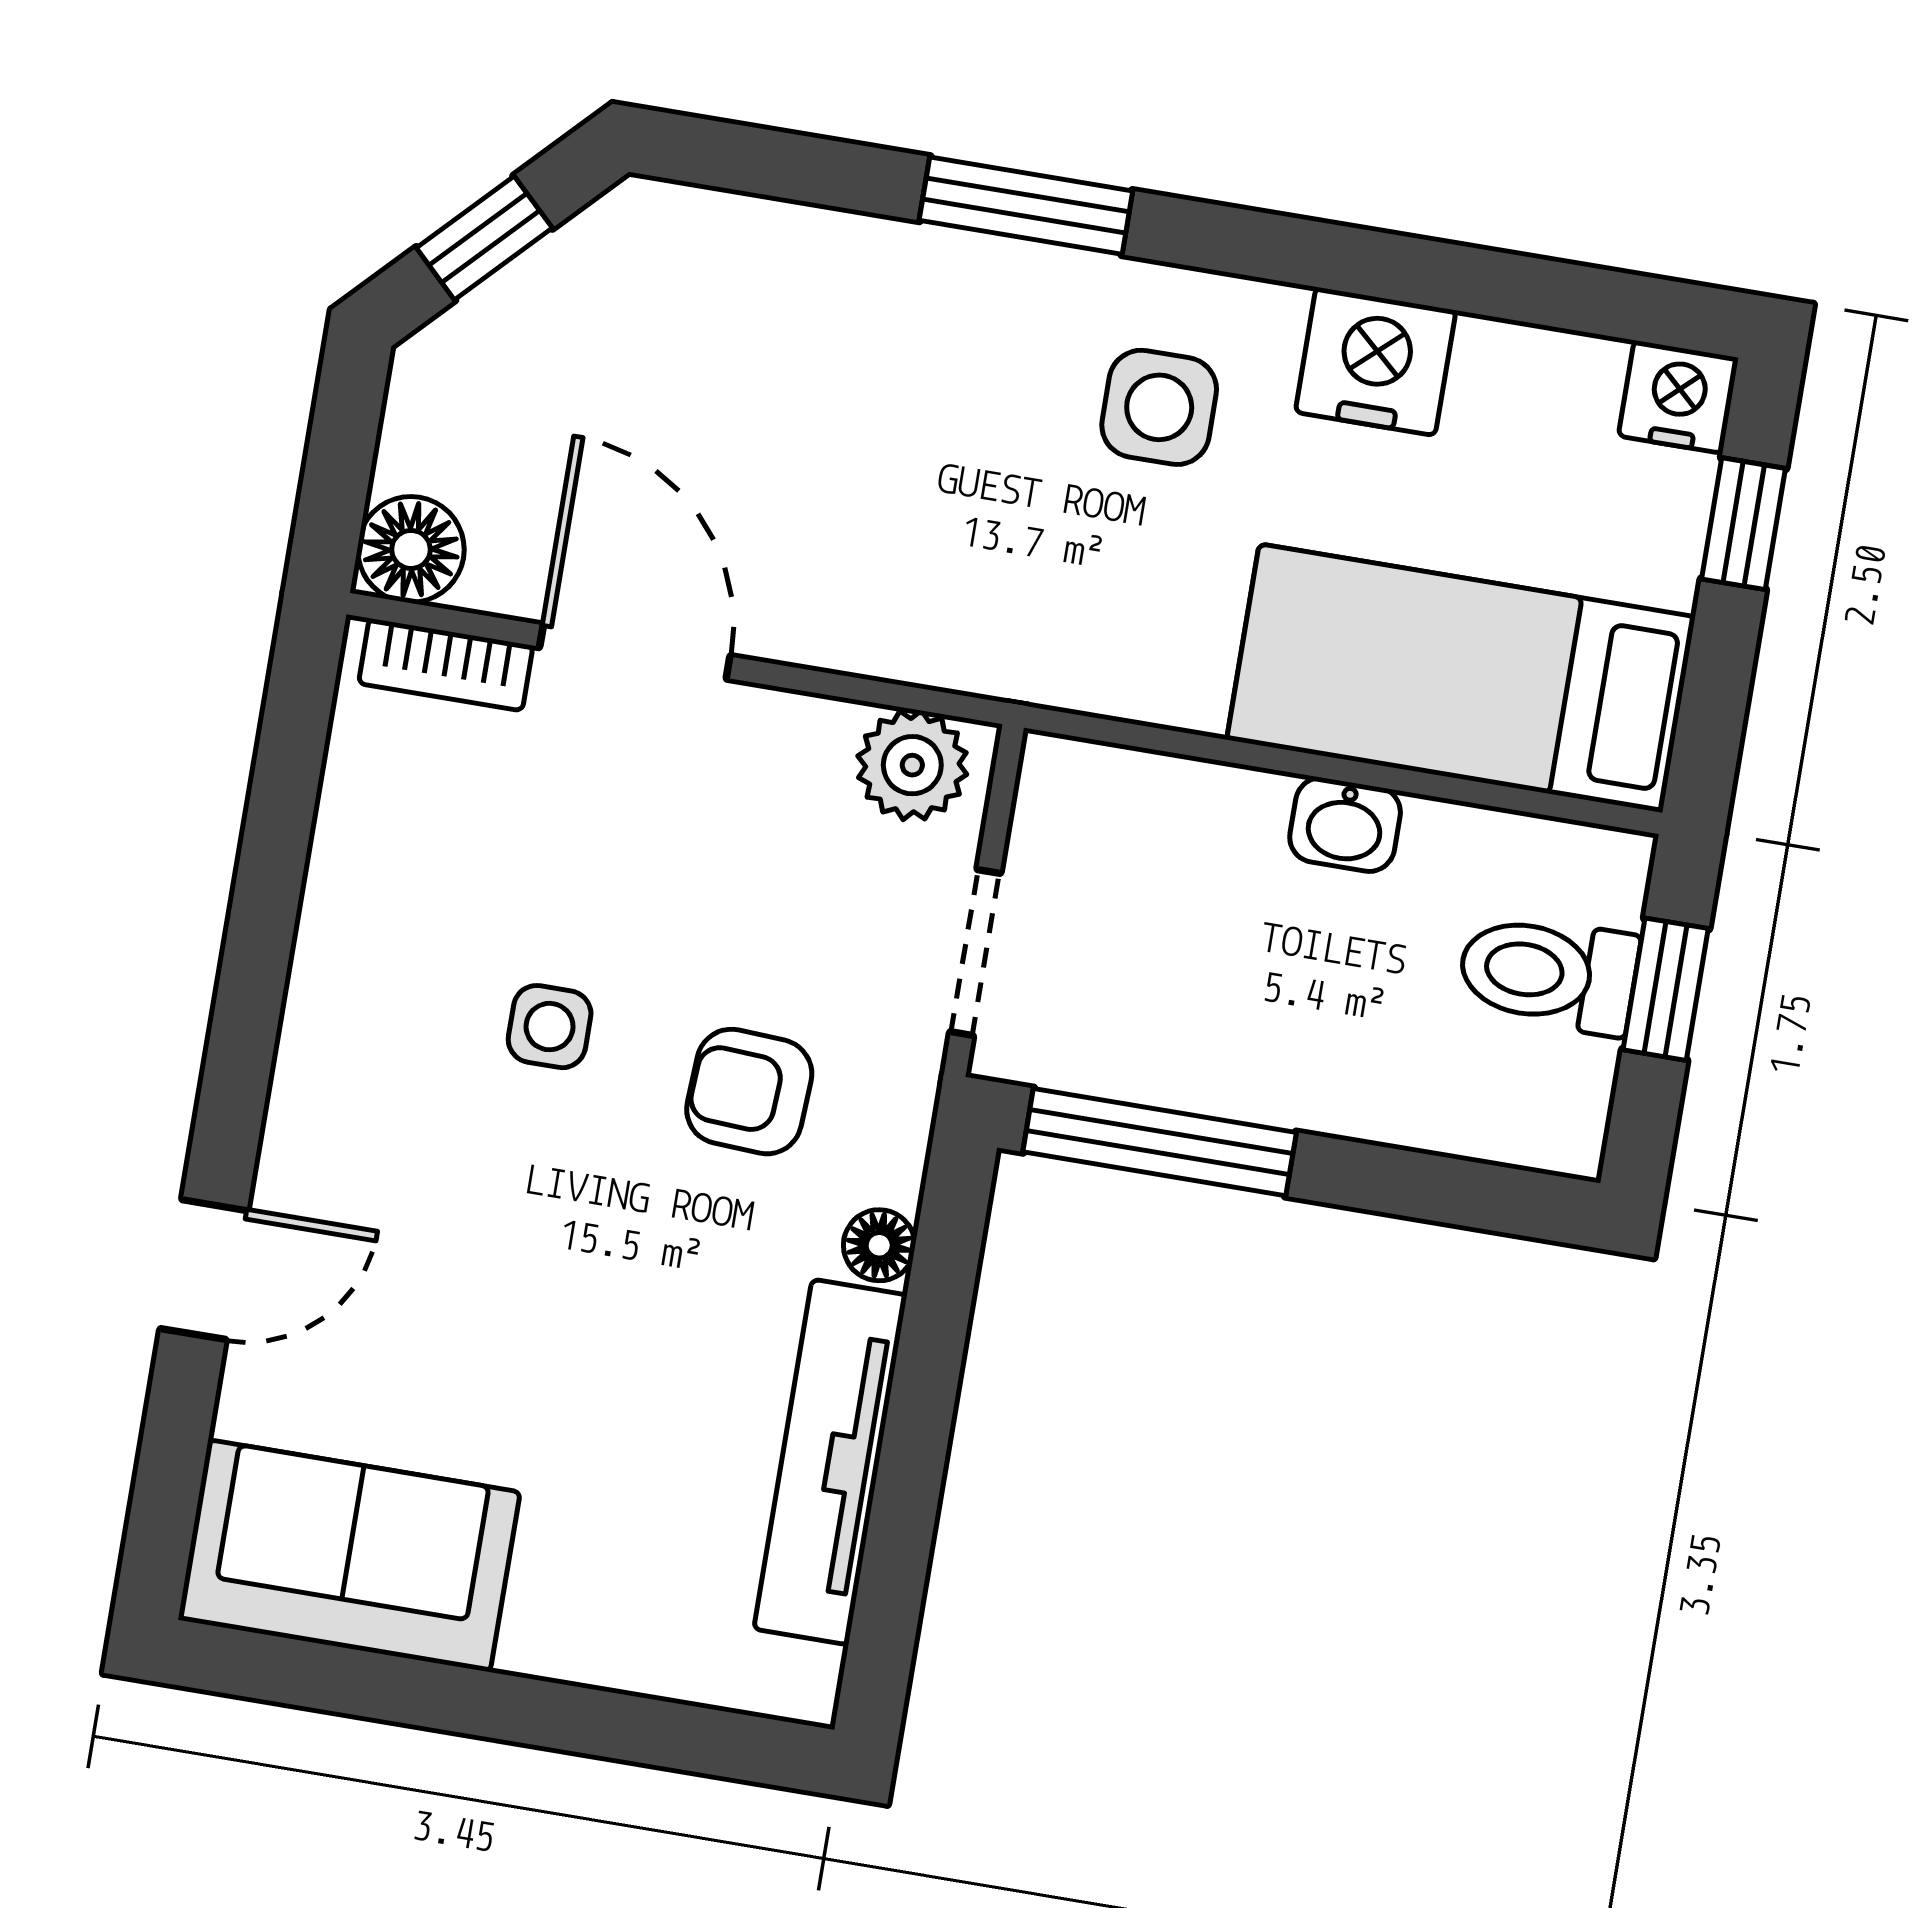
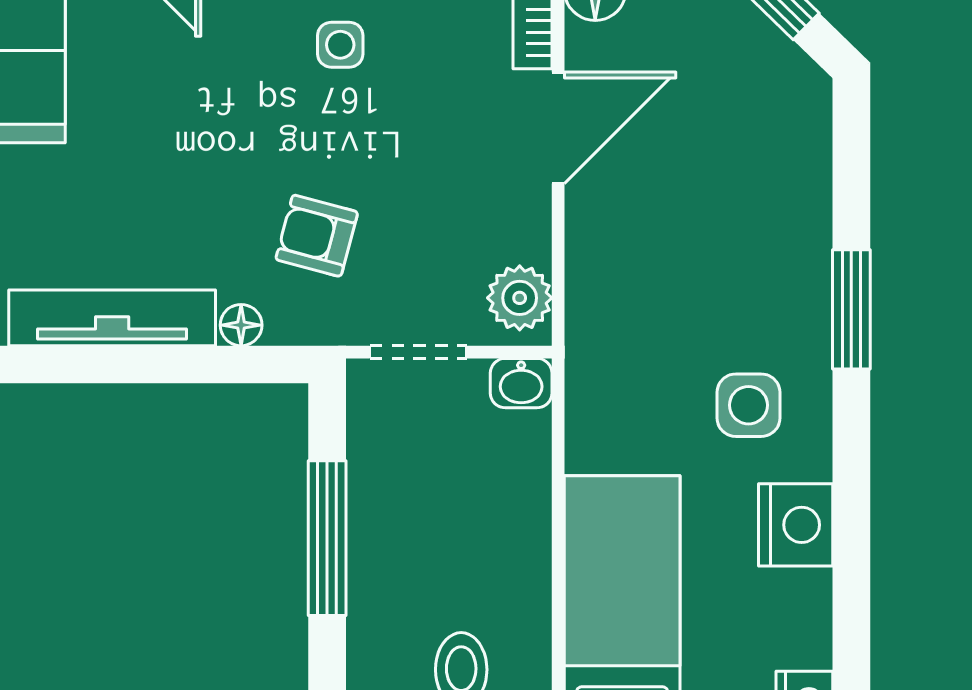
washbasin: (1345, 825) -> (521, 383), moved, turned -90
side table: (550, 1027) -> (340, 45), moved
armchair: (749, 1092) -> (317, 236), turned -78
window: (1160, 1142) -> (327, 538), moved

